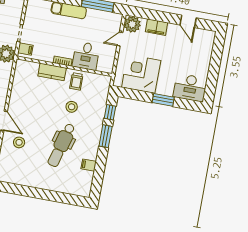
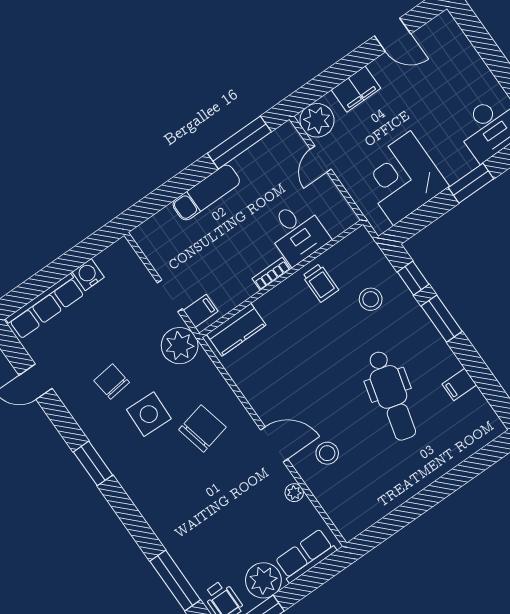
kitchen counter: (52, 72) -> (236, 330), moved
stool: (72, 107) -> (371, 299), moved

